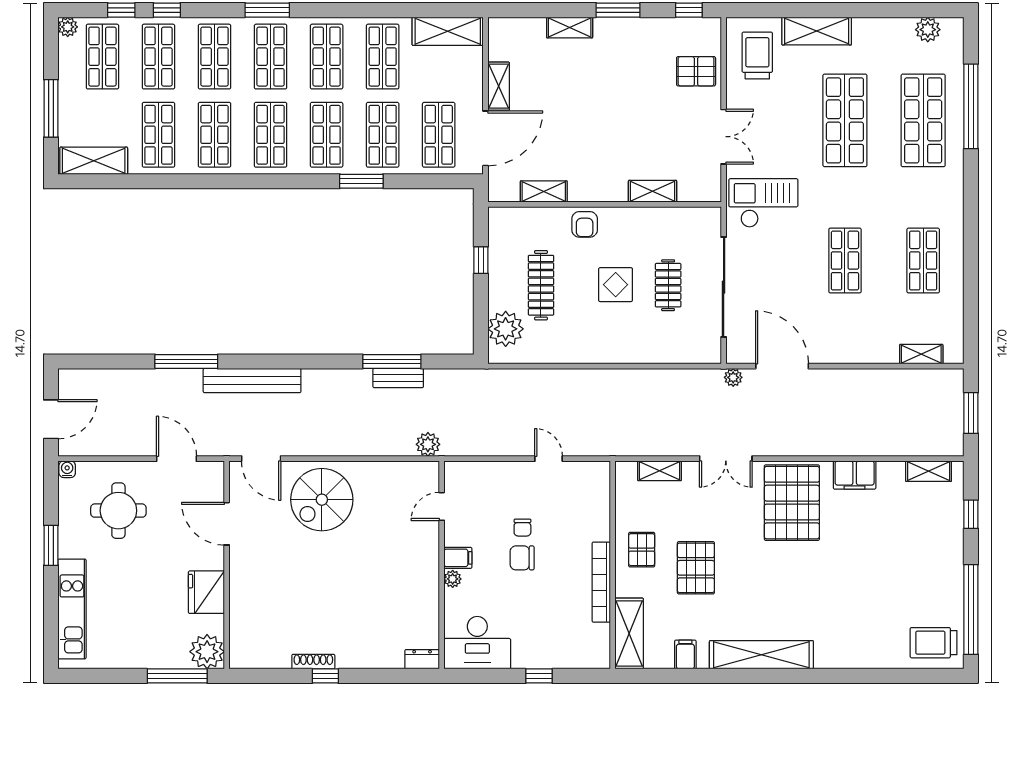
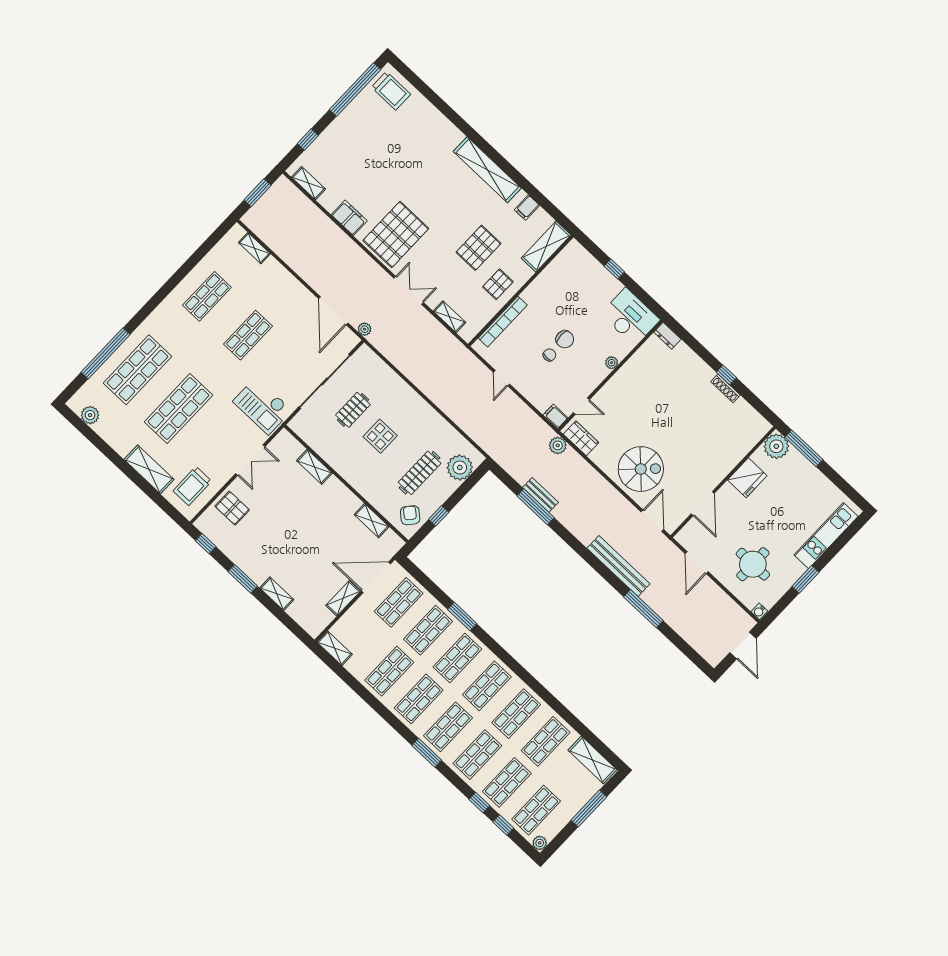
shelving: (448, 31) -> (335, 648), width x0.67, depth x0.75
double door: (724, 137) -> (250, 460), swing flipped
armchair: (585, 224) -> (410, 515), moved, turned -49
door: (51, 419) -> (743, 646), swing flipped
wardrobe: (411, 474) -> (581, 438), added
filing cabinet: (458, 558) -> (555, 416), moved
bookcase: (601, 582) -> (503, 322), moved

